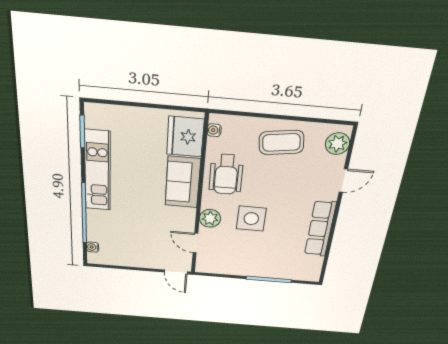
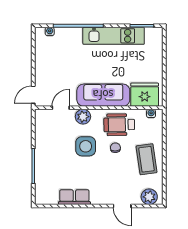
sofa: (183, 182) -> (103, 95), width x1.36
chair: (258, 182) -> (115, 148), added
row of seats: (320, 229) -> (74, 197), width x0.68

